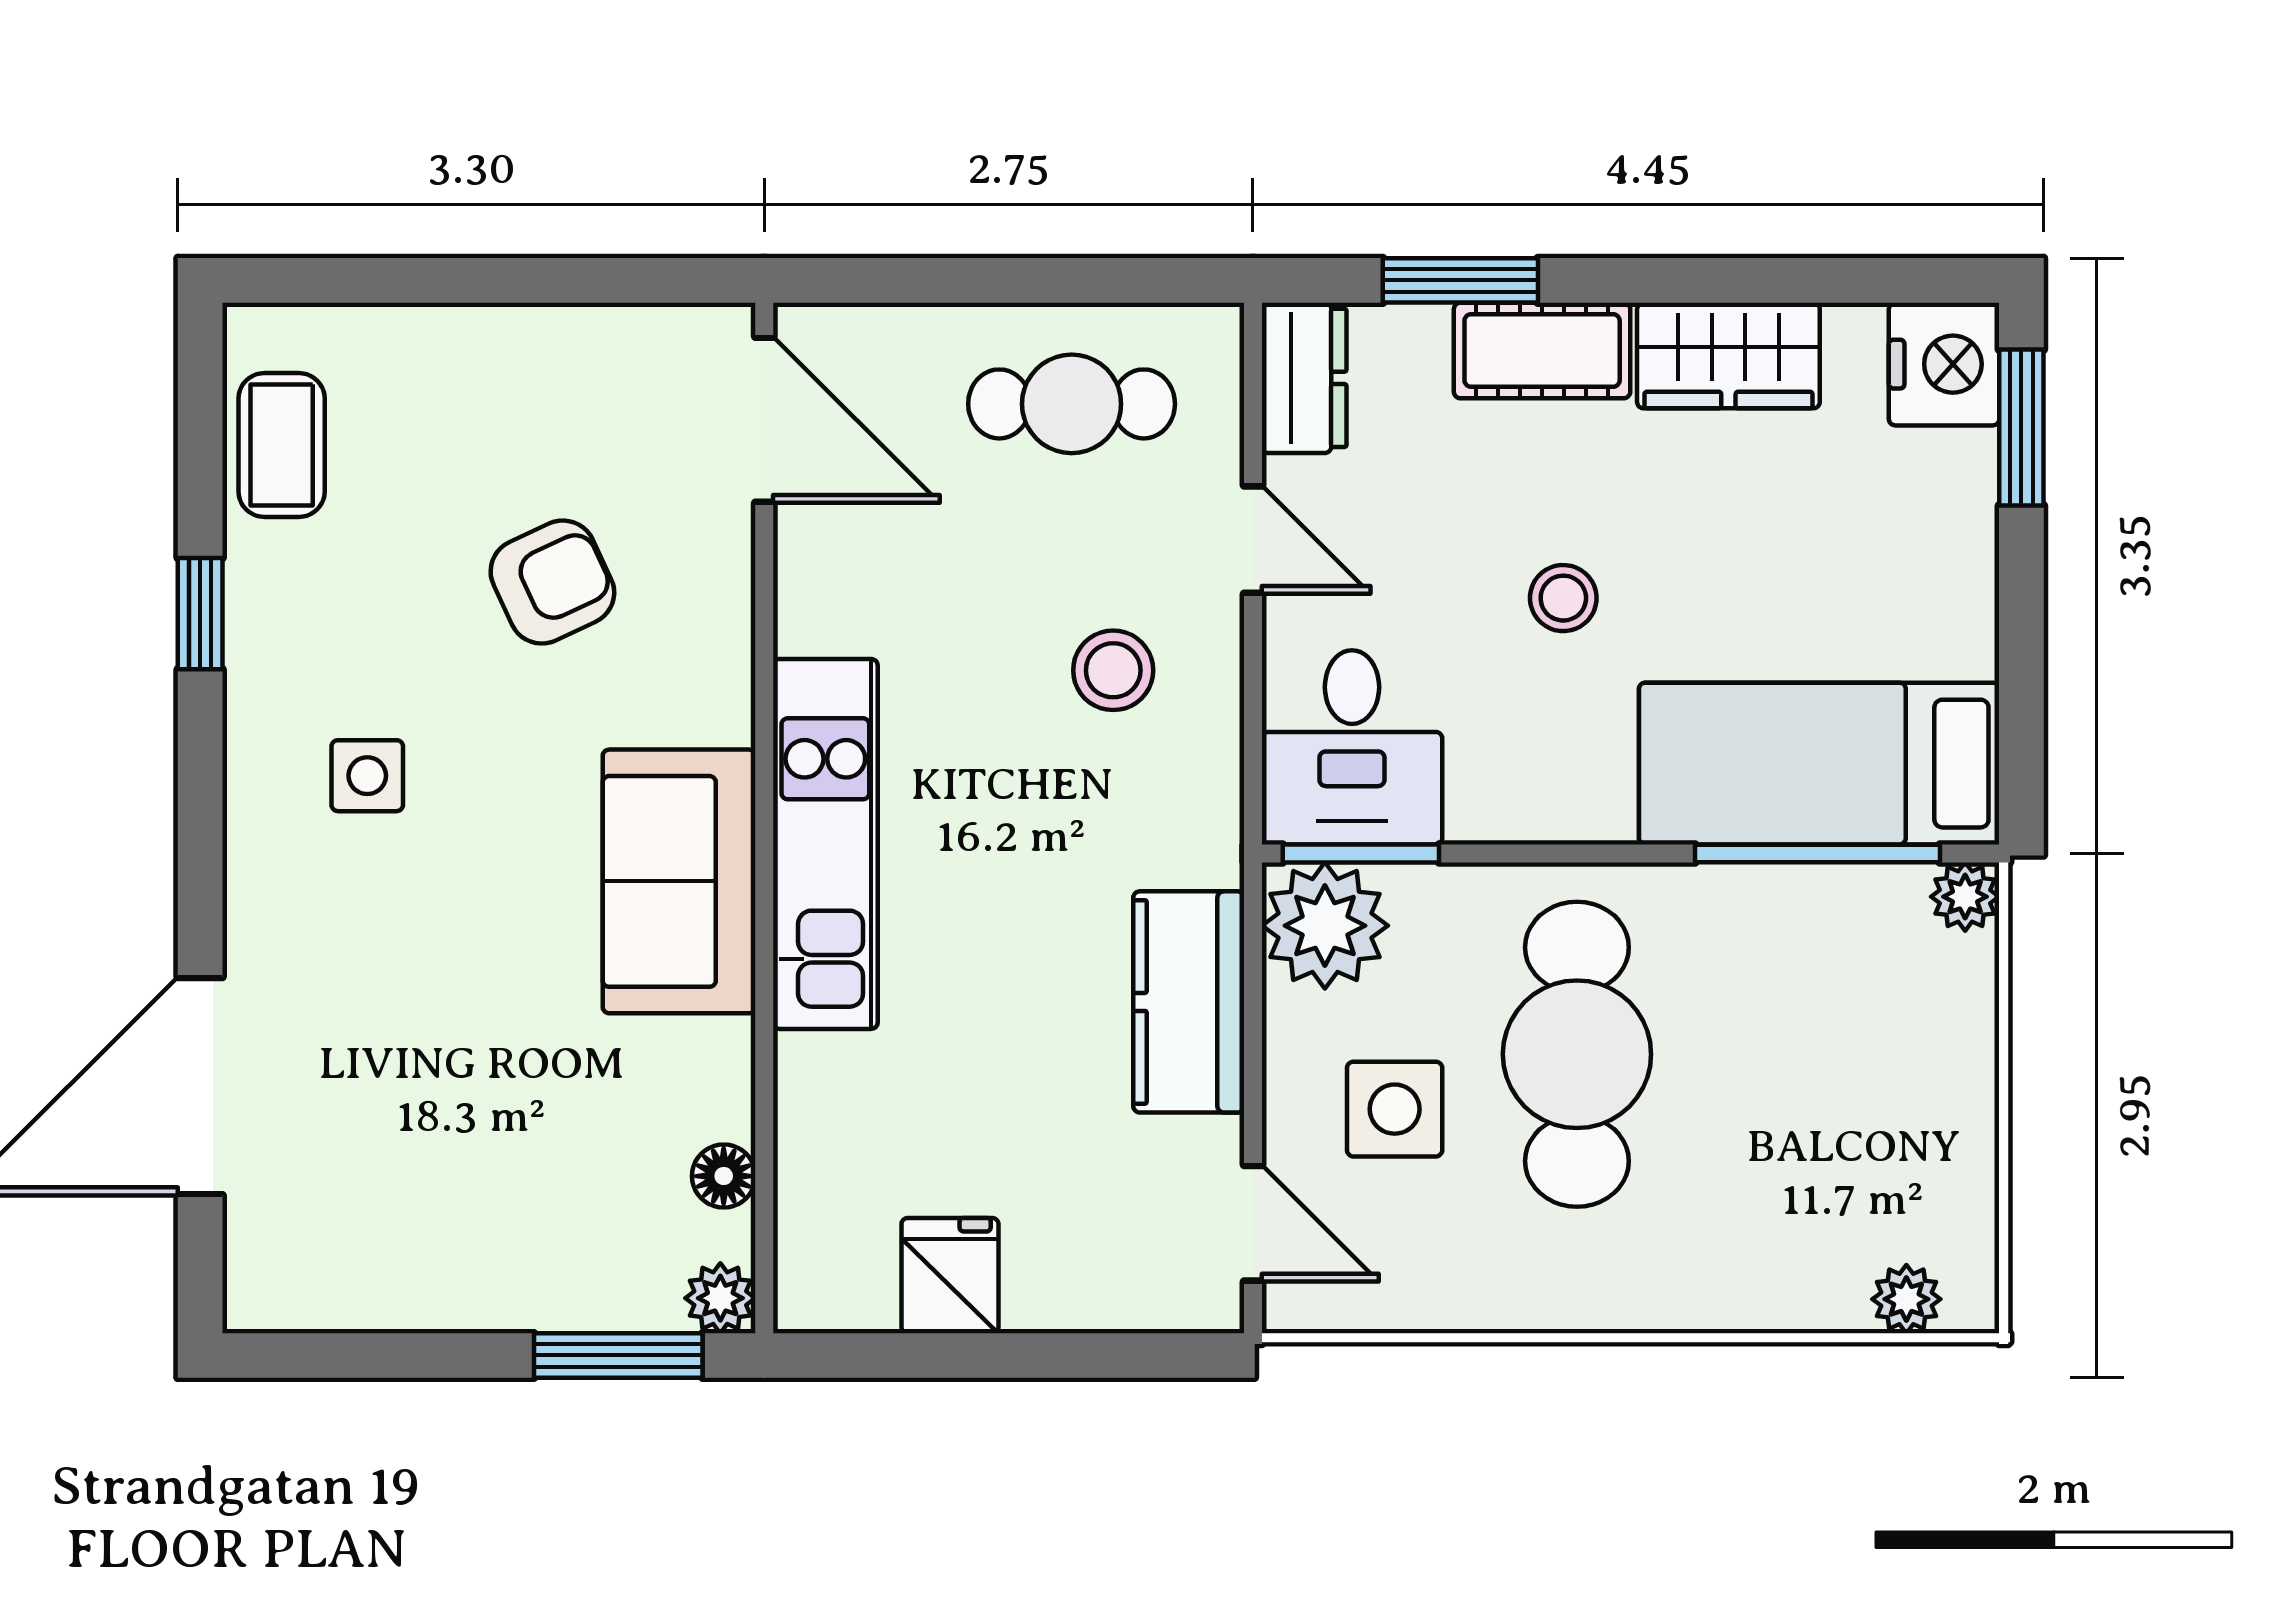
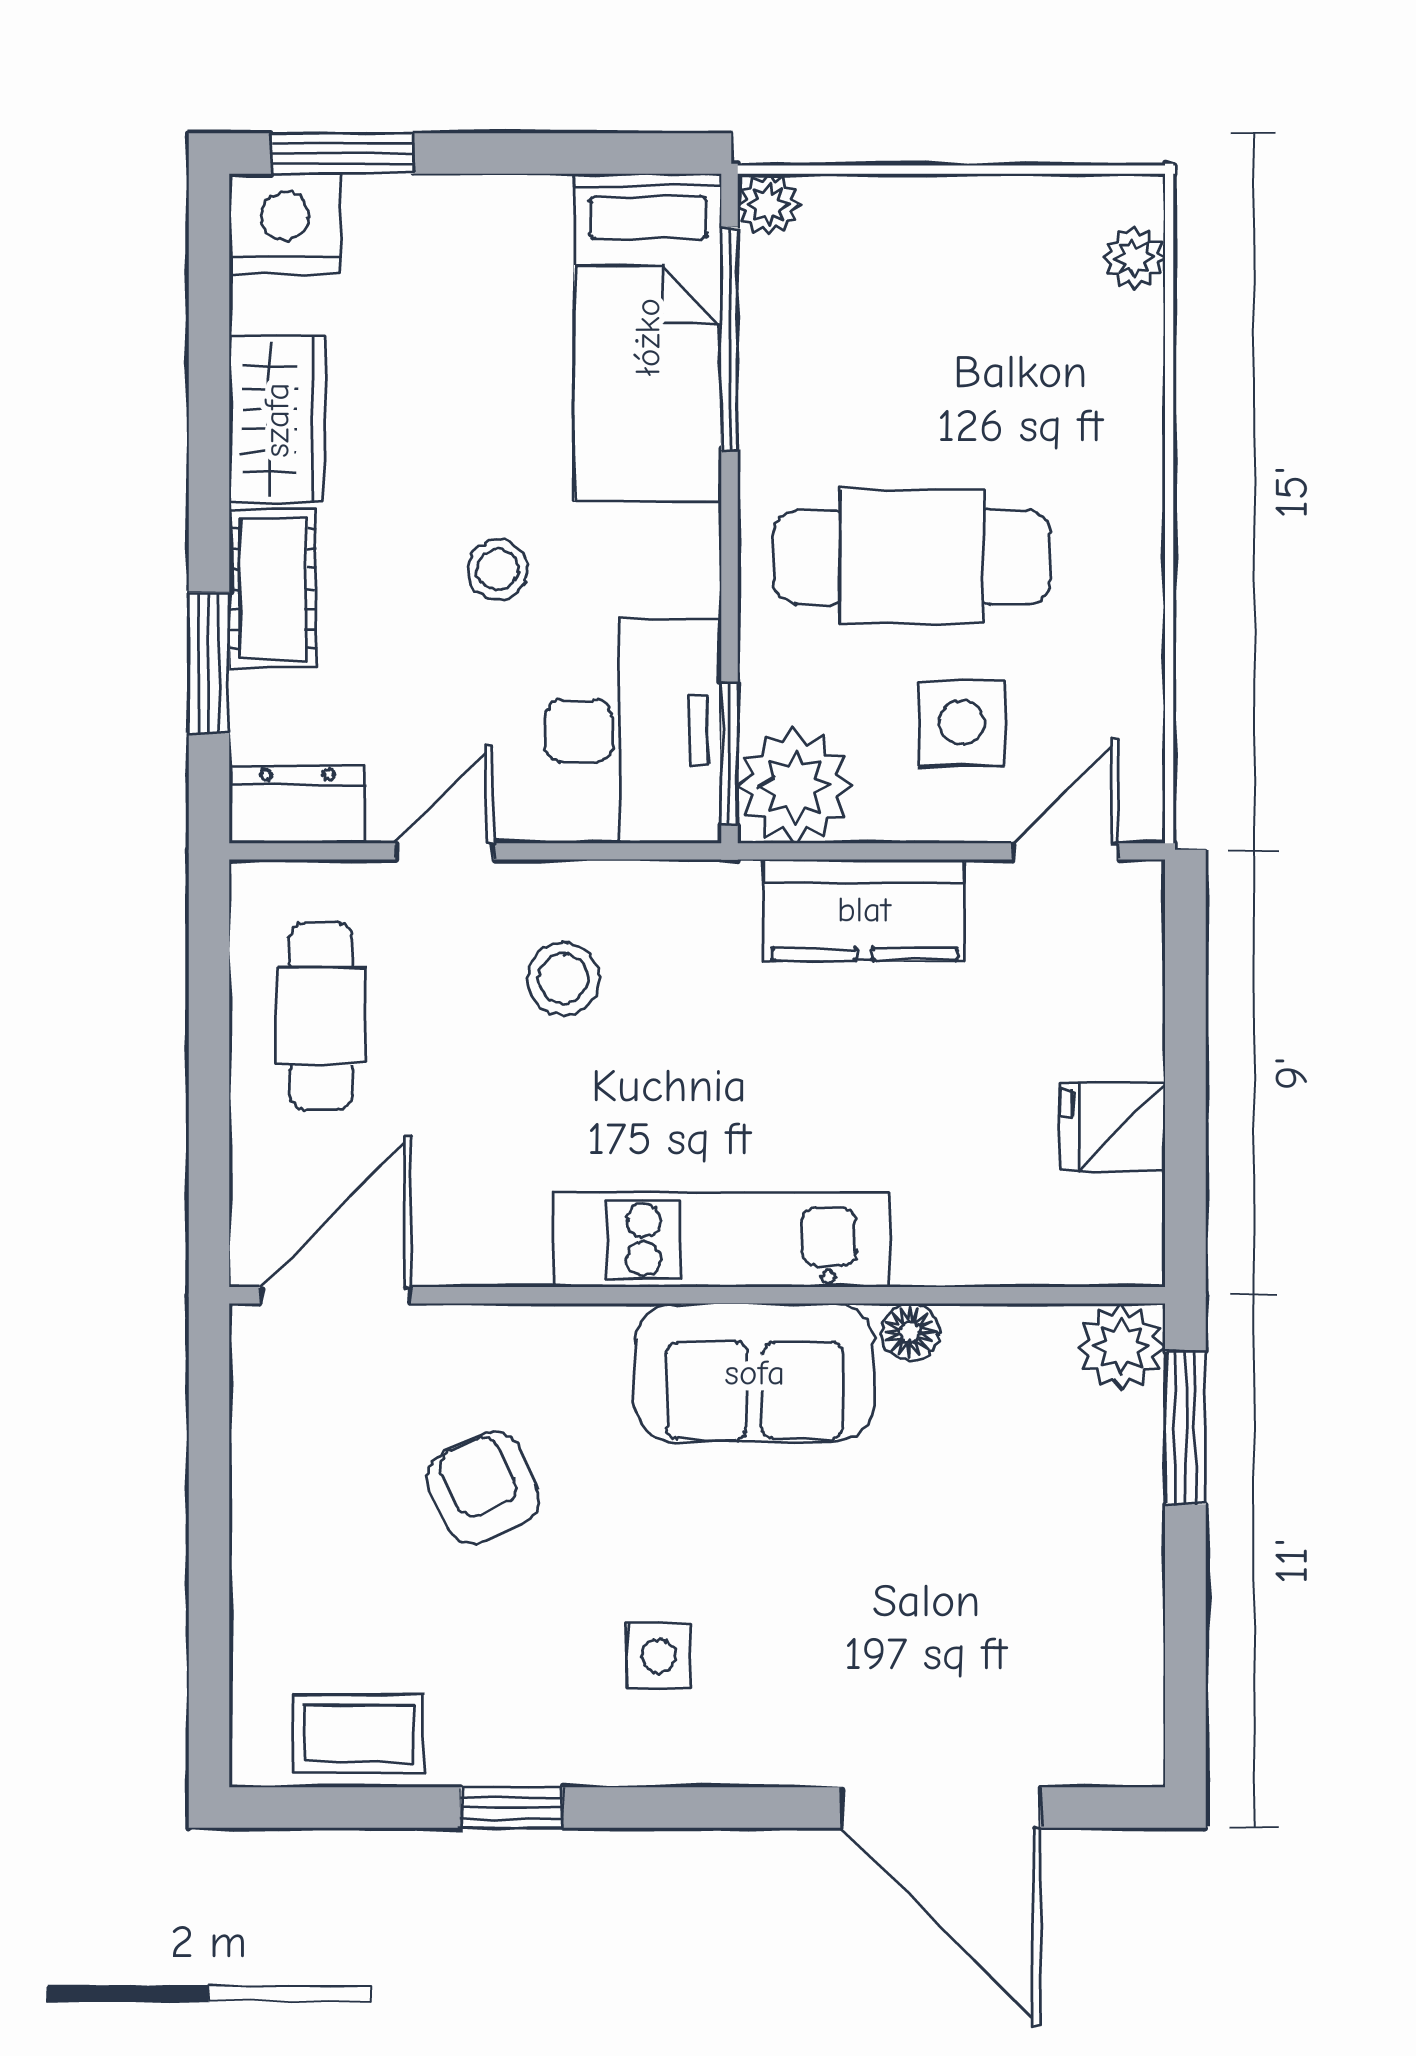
desk: (1352, 747) -> (633, 731), width x1.37
floor lamp: (724, 1176) -> (910, 1332), moved
plant: (720, 1298) -> (1121, 1347), width x1.38, depth x1.38

